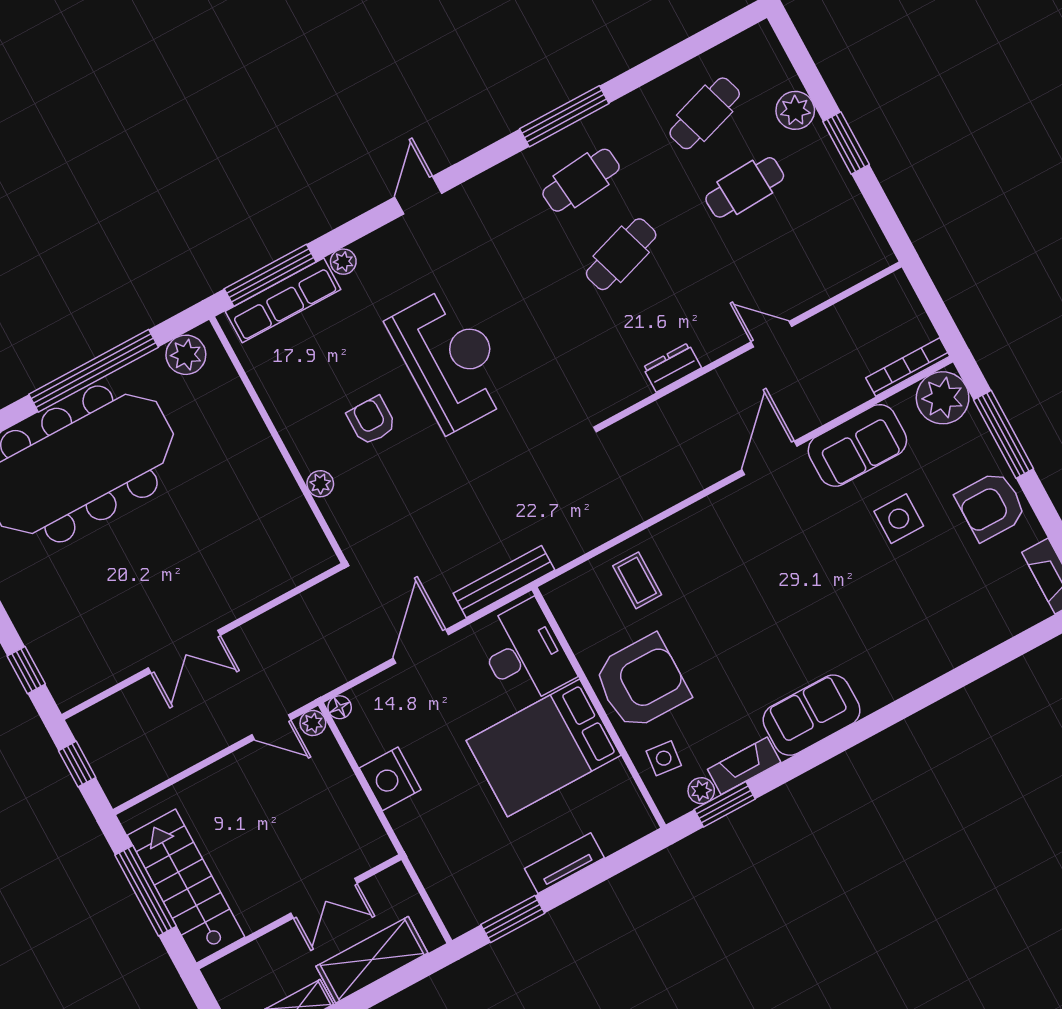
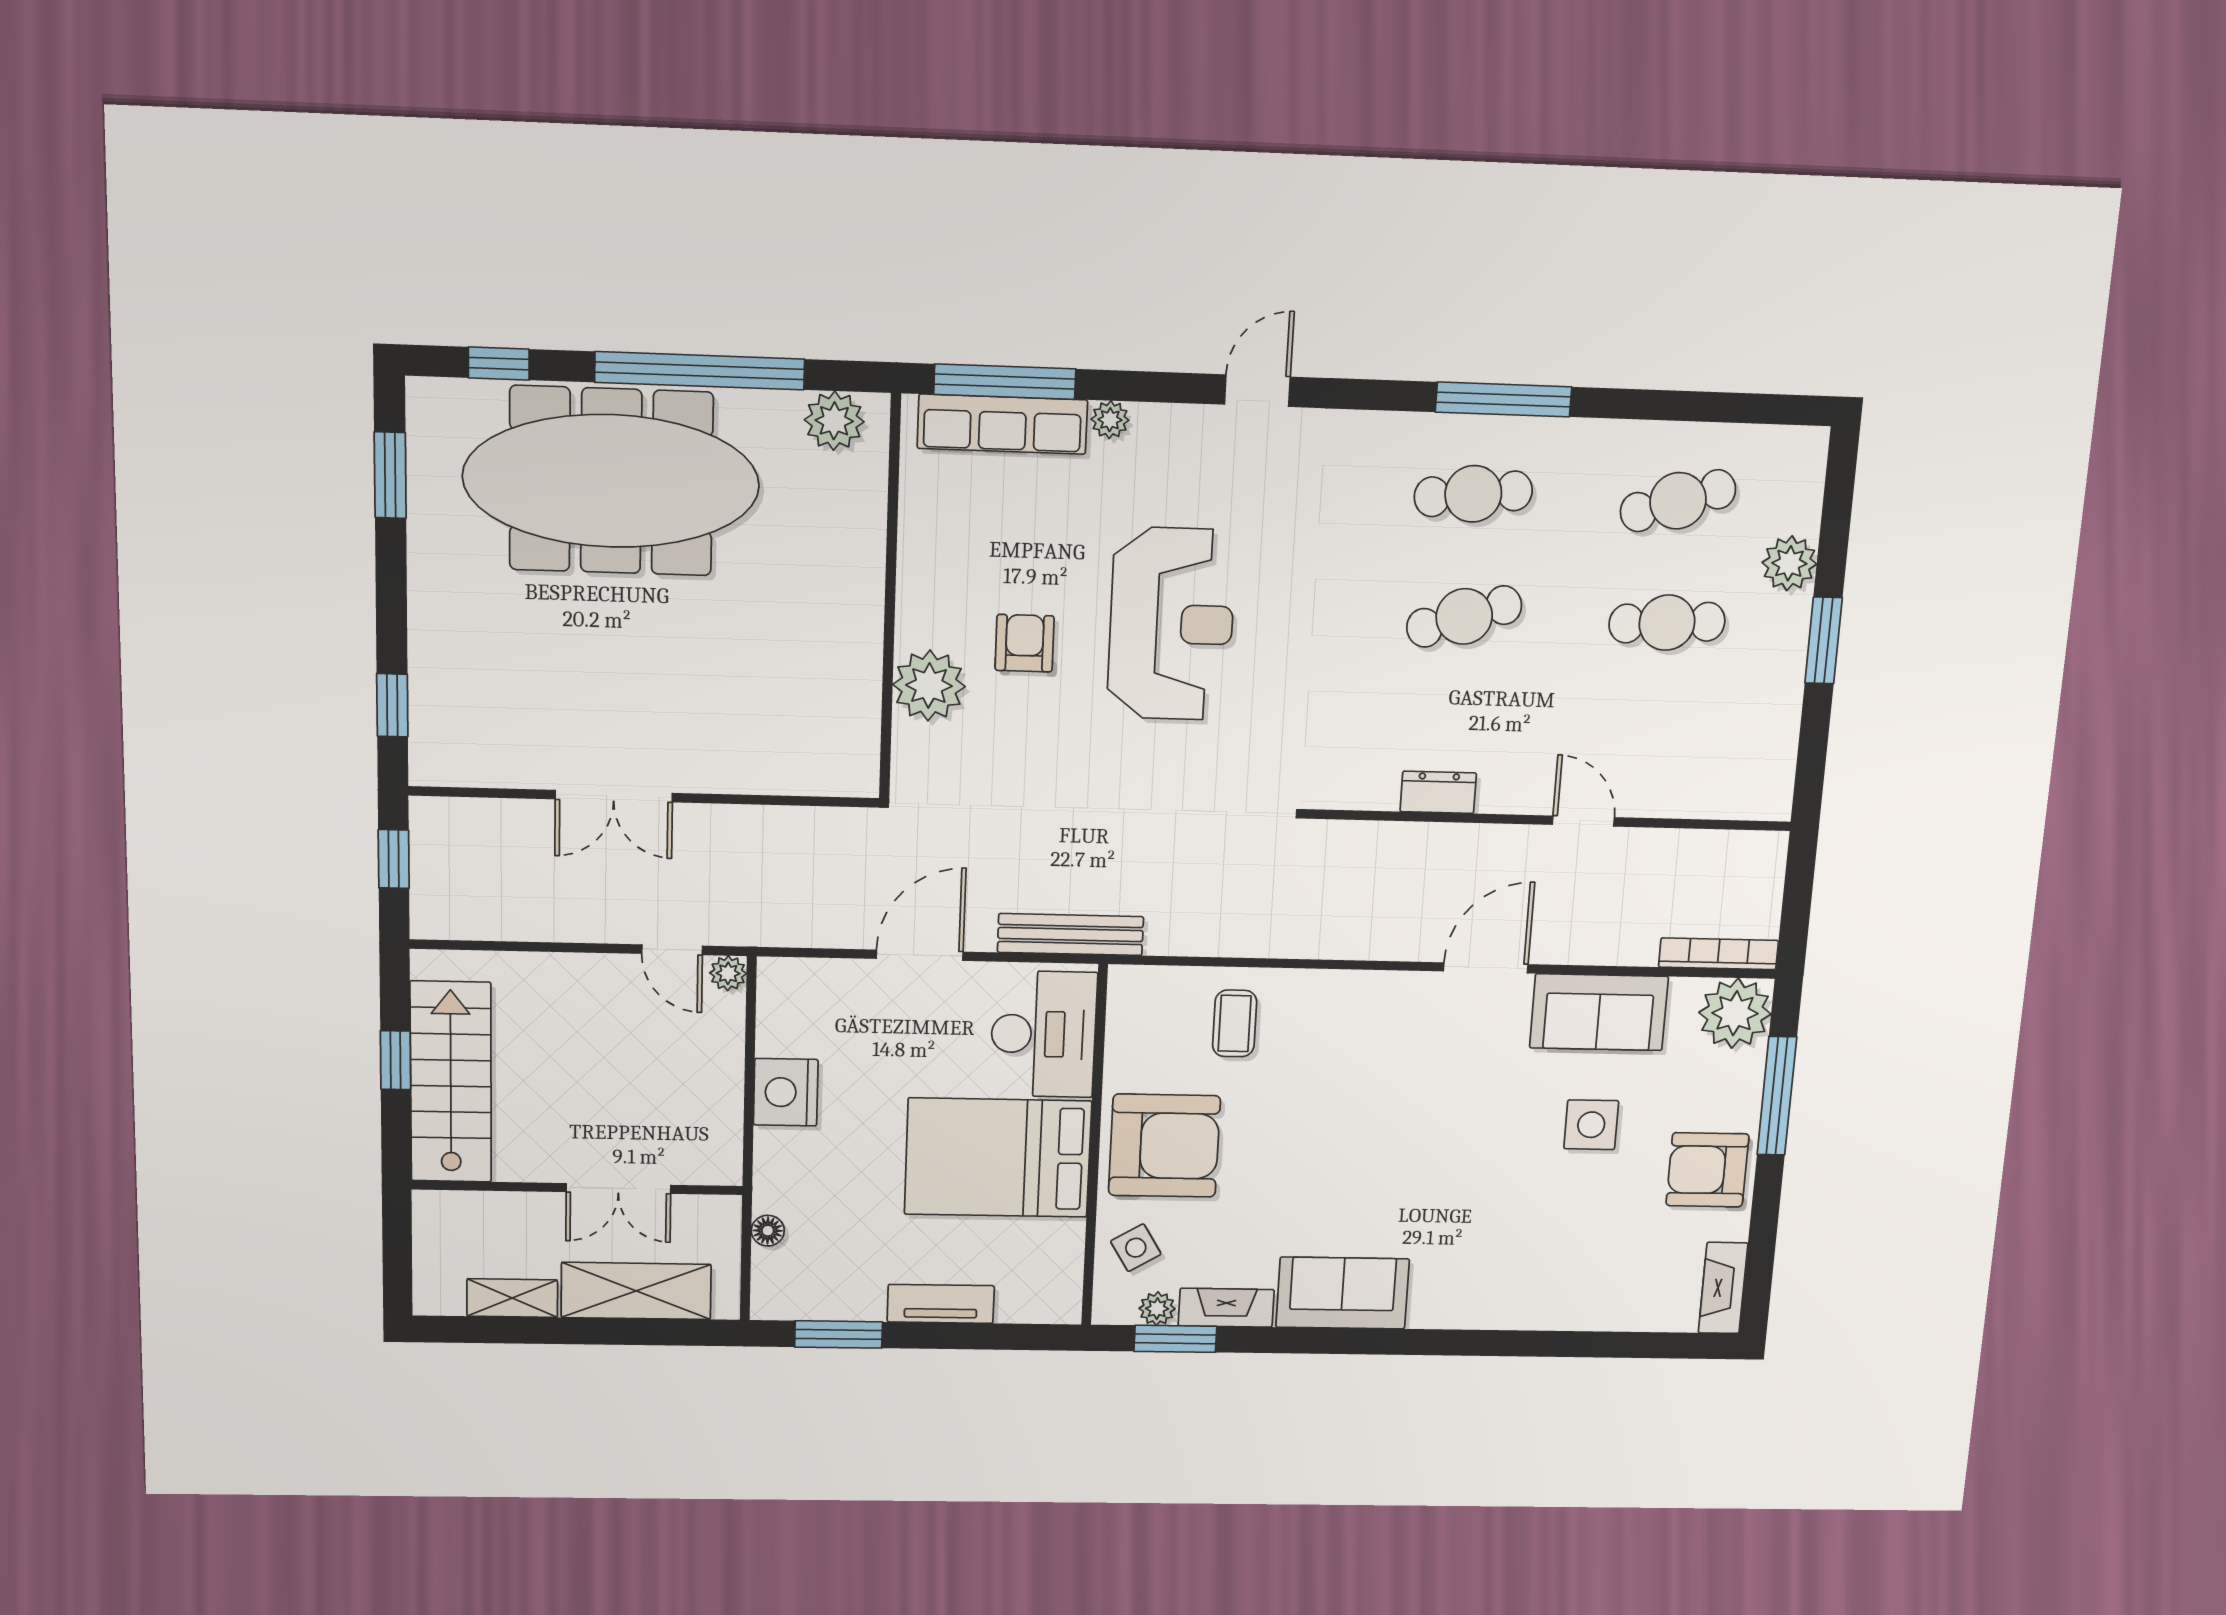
plant: (320, 484) -> (929, 686), width x1.87, depth x1.87
floor lamp: (340, 707) -> (768, 1231), moved
side table: (664, 758) -> (1136, 1248), turned -37
window: (146, 891) -> (395, 1060), width x0.46

